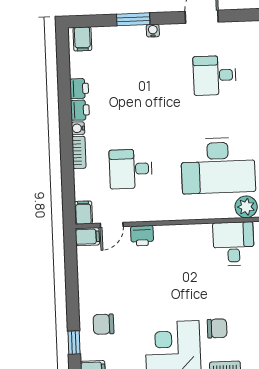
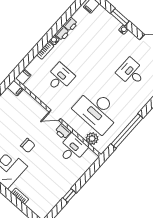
desk: (131, 169) -> (60, 78), turned 90
door: (112, 225) -> (55, 115), moved
printer: (142, 236) -> (63, 131), moved
chair: (217, 328) -> (28, 145), moved

